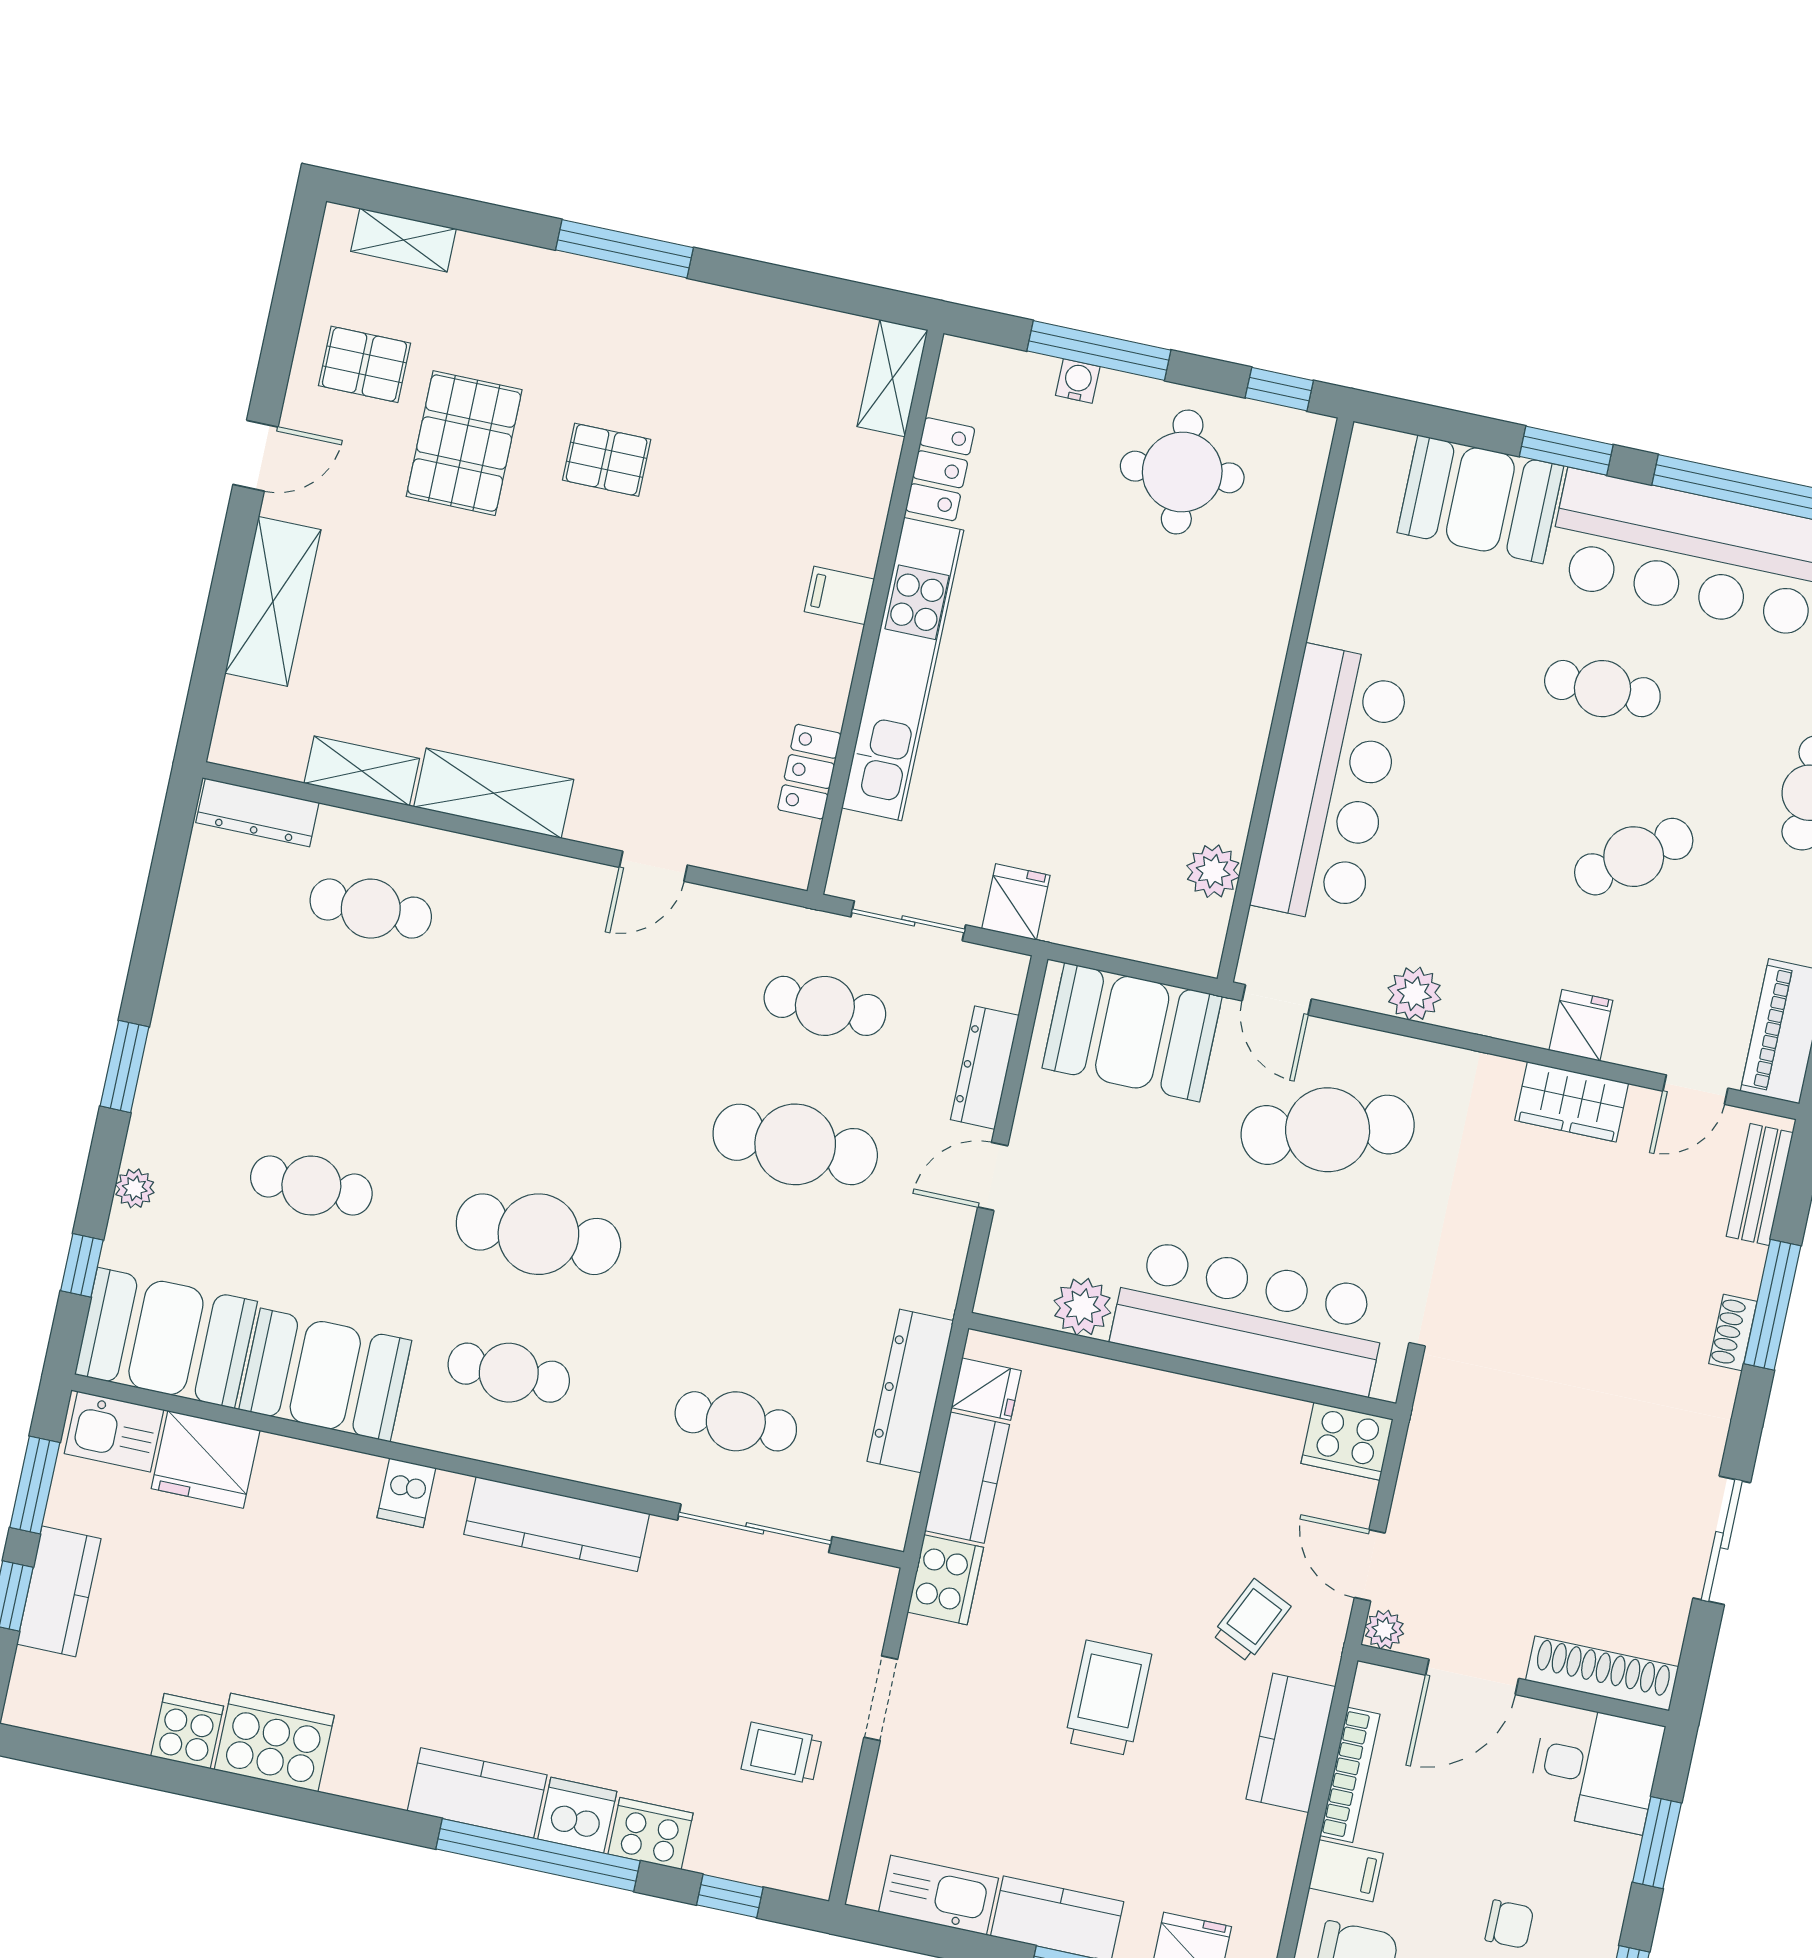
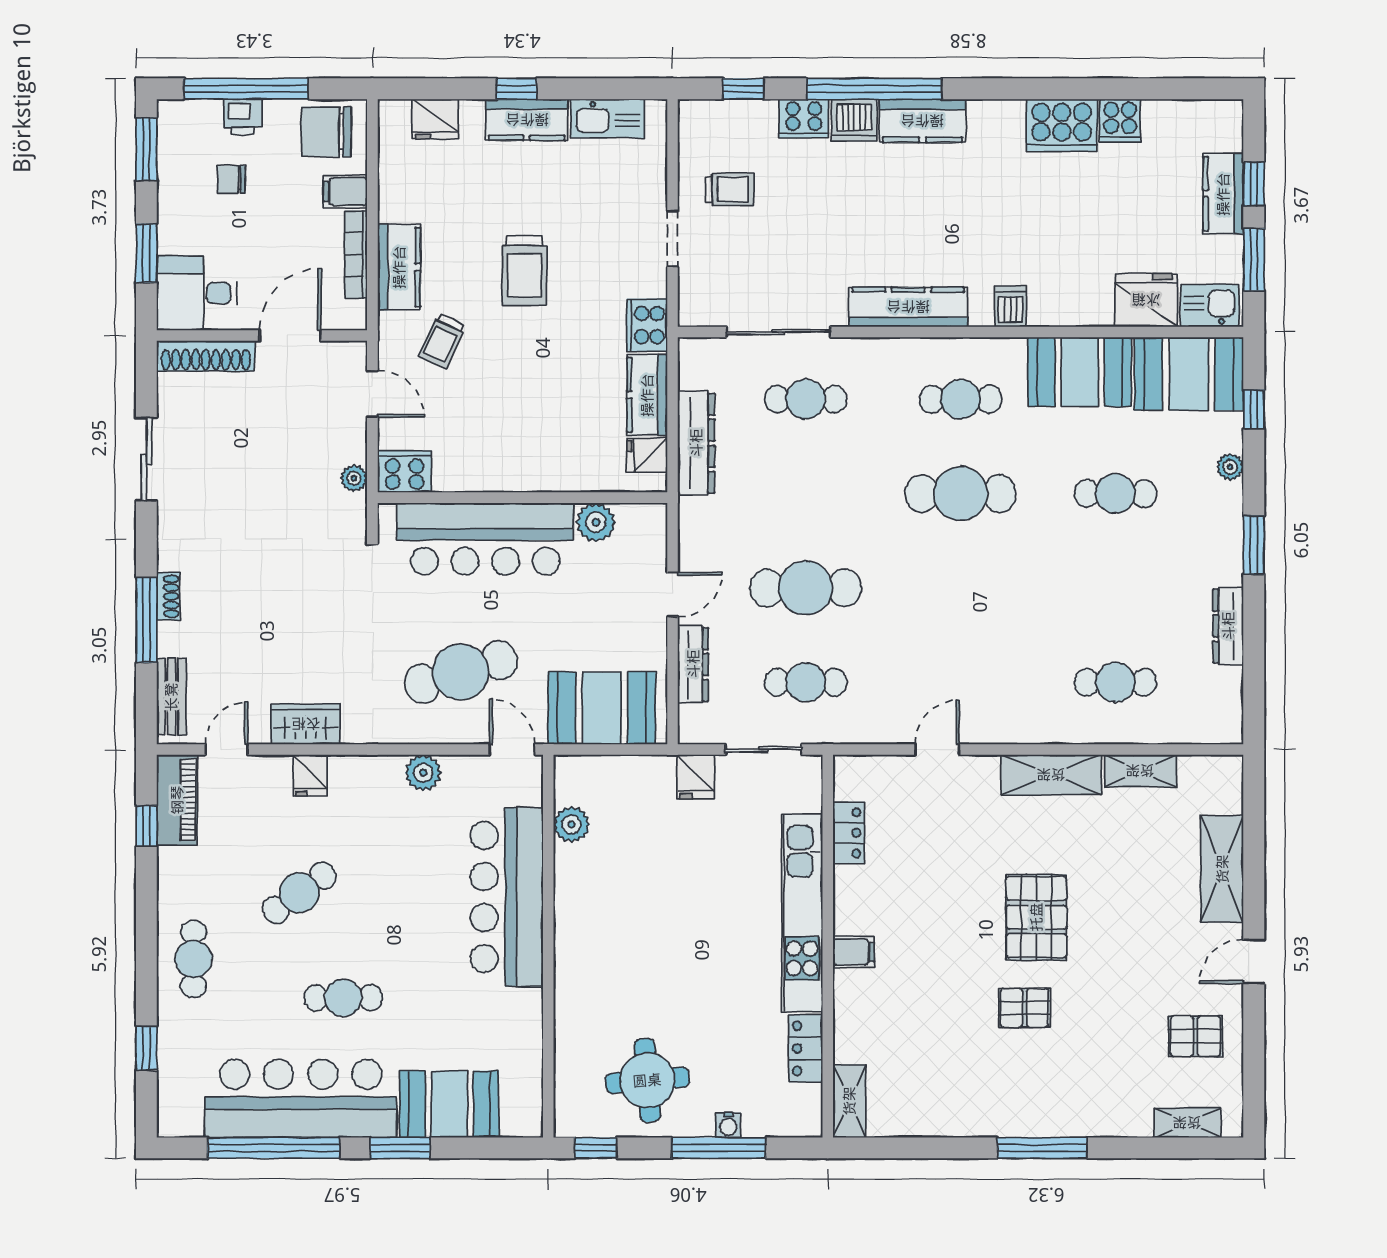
pallet: (464, 443) -> (1036, 917), moved
dresser: (257, 813) -> (1228, 626), moved, turned -90
plant: (1384, 1630) -> (354, 478), moved

